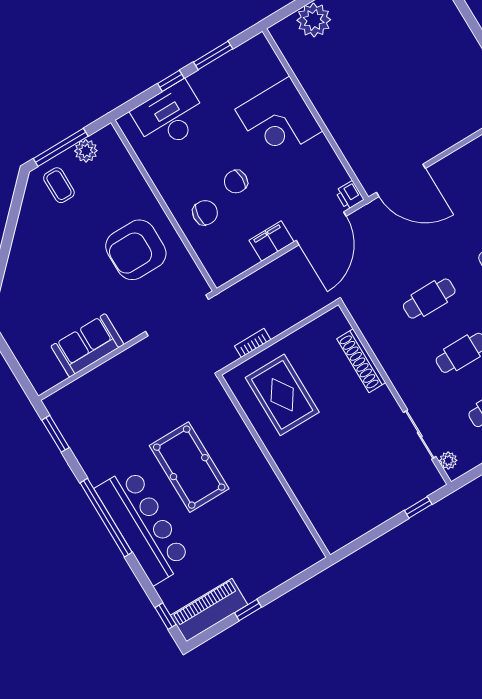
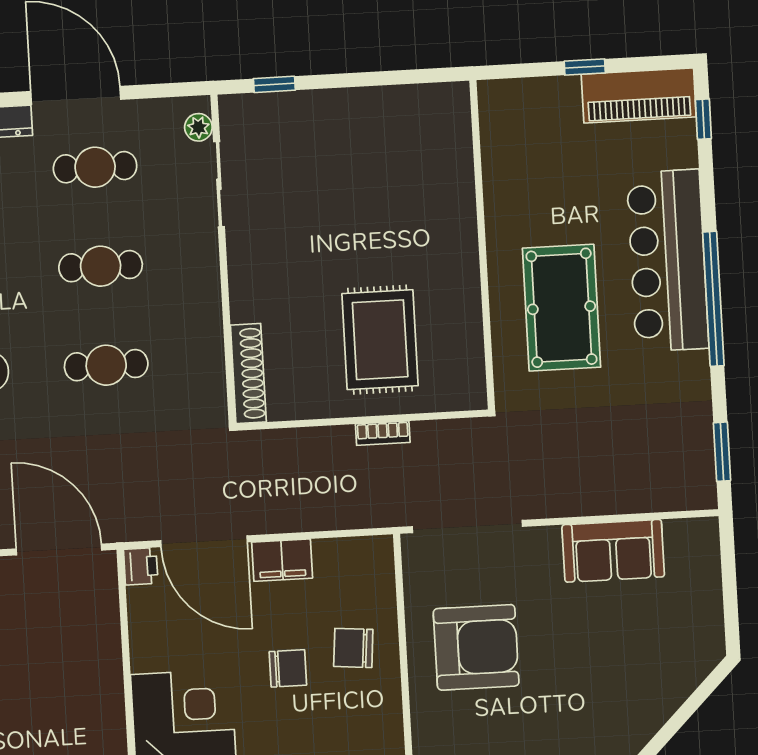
door: (321, 228) -> (204, 541), swing flipped
shoe rack: (361, 361) -> (248, 373), moved
wall: (274, 466) -> (482, 245), moved

